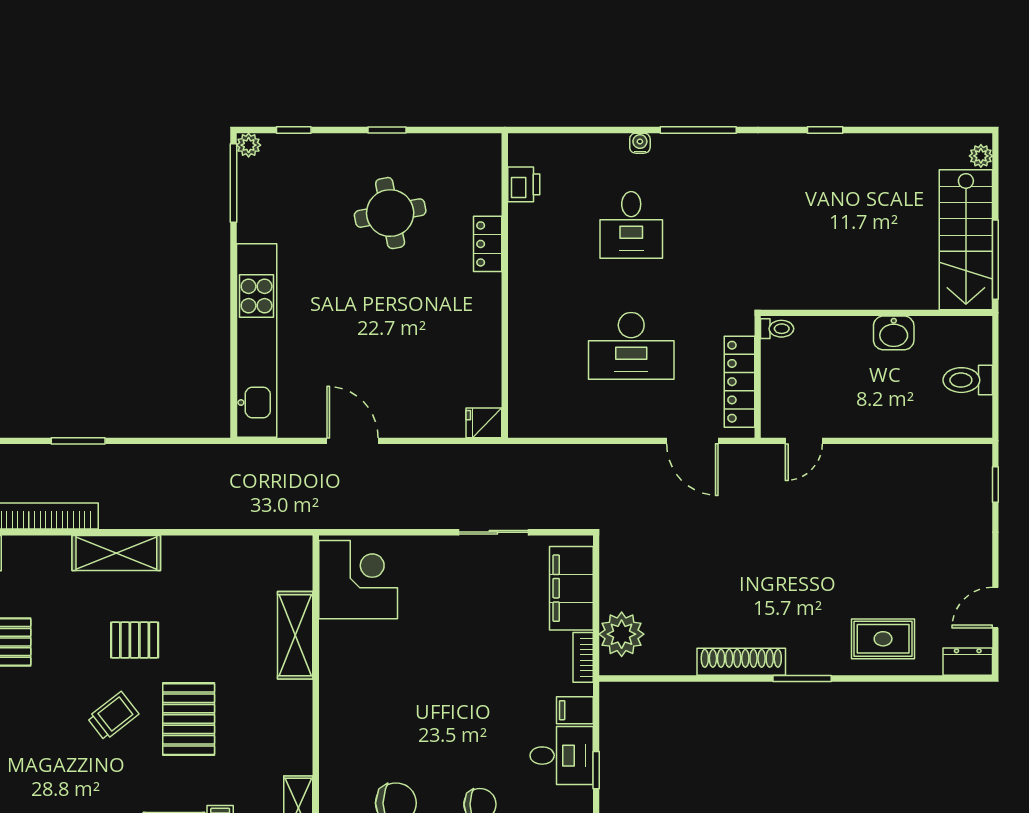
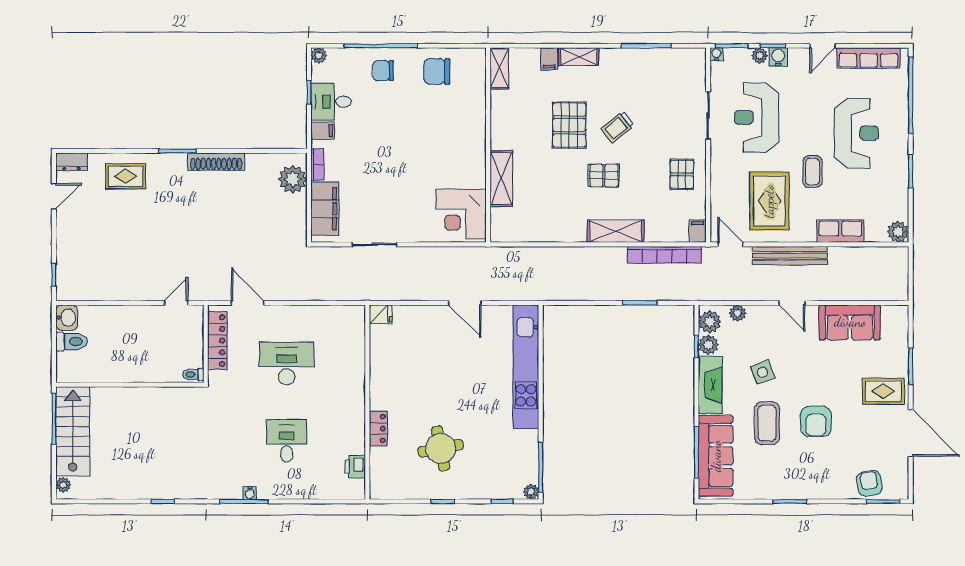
water cooler: (640, 143) -> (250, 493), moved
washbasin: (894, 333) -> (67, 318), moved, turned 90

